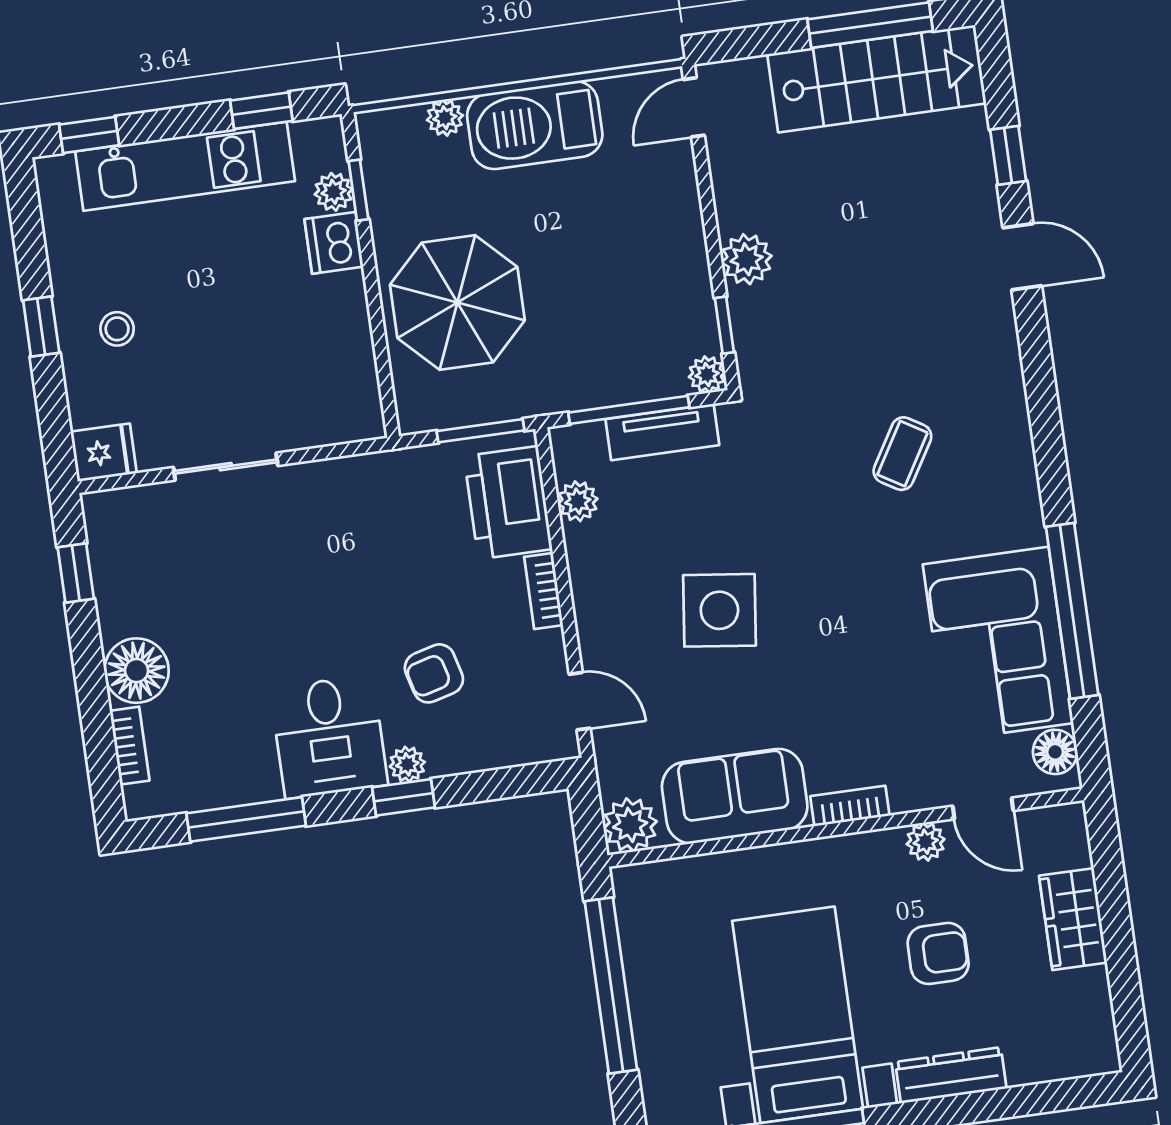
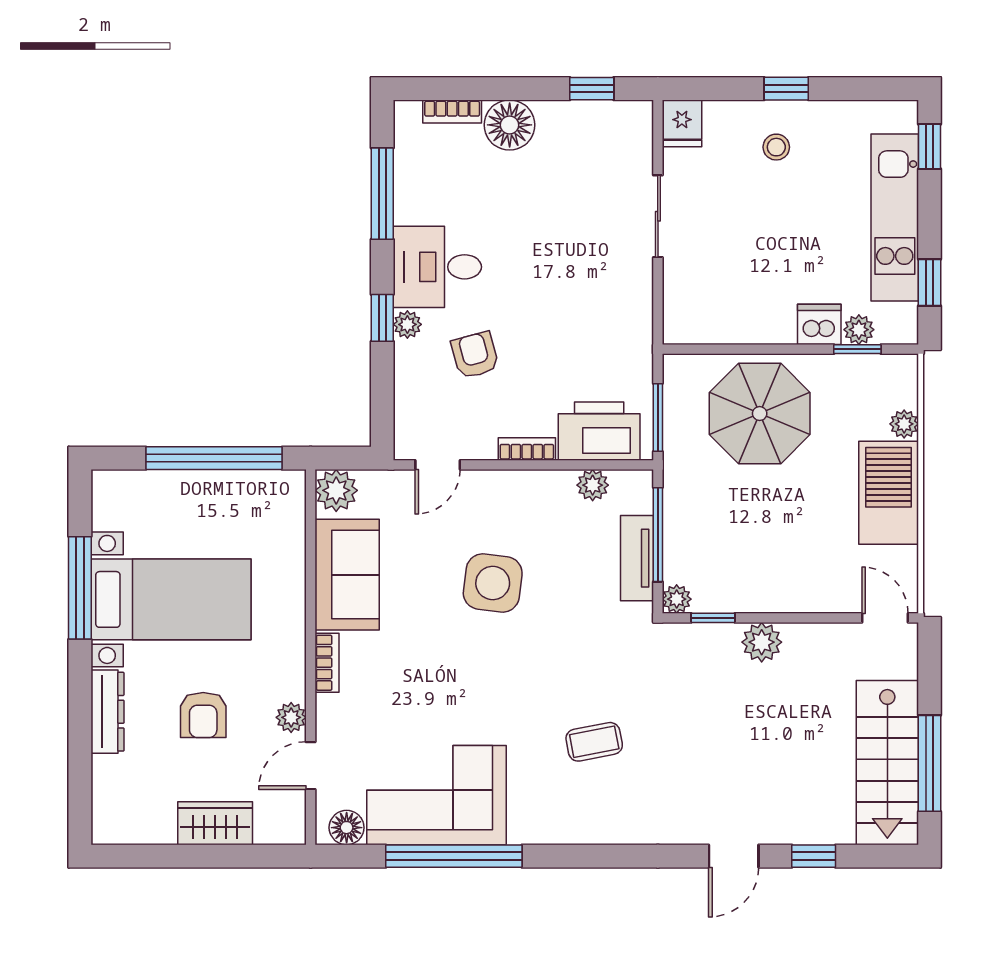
coffee table: (902, 454) -> (594, 742), turned -42

